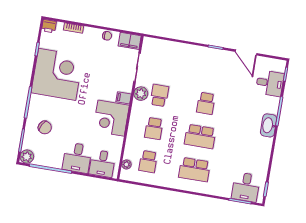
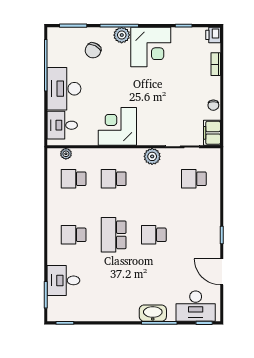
door: (246, 52) -> (222, 272), hinge flipped
corner desk: (57, 74) -> (151, 47), width x0.74, depth x0.74
desk: (270, 83) -> (196, 306), width x1.37
school desk: (159, 95) -> (194, 179), moved, turned 180
filing cabinet: (124, 98) -> (144, 137), removed
washbasin: (269, 125) -> (153, 313), moved
plant: (27, 157) -> (122, 35), moved
desk: (77, 158) -> (64, 89), width x1.37
school desk: (194, 170) -> (74, 235), width x0.54
desk: (246, 187) -> (63, 280), moved

